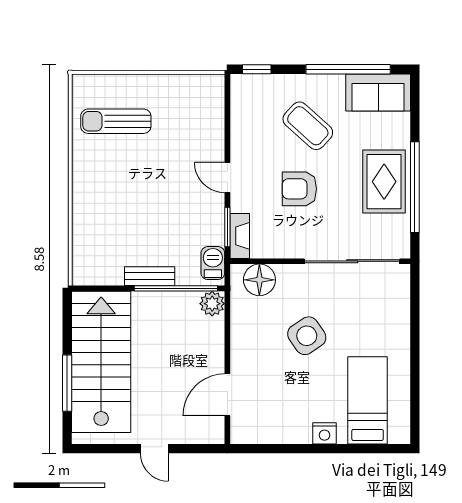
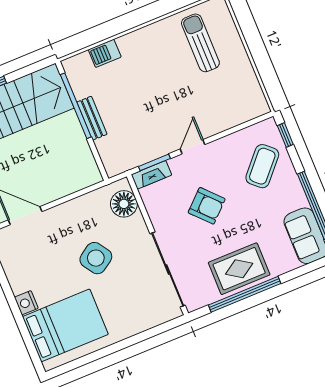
coffee table: (308, 126) -> (262, 166), moved
armchair: (299, 189) -> (207, 206), turned 137
barbecue: (213, 263) -> (105, 53), moved, turned 180
window: (176, 288) -> (76, 106), moved
plant: (212, 304) -> (91, 175), removed
bed: (368, 400) -> (65, 325), width x1.50

